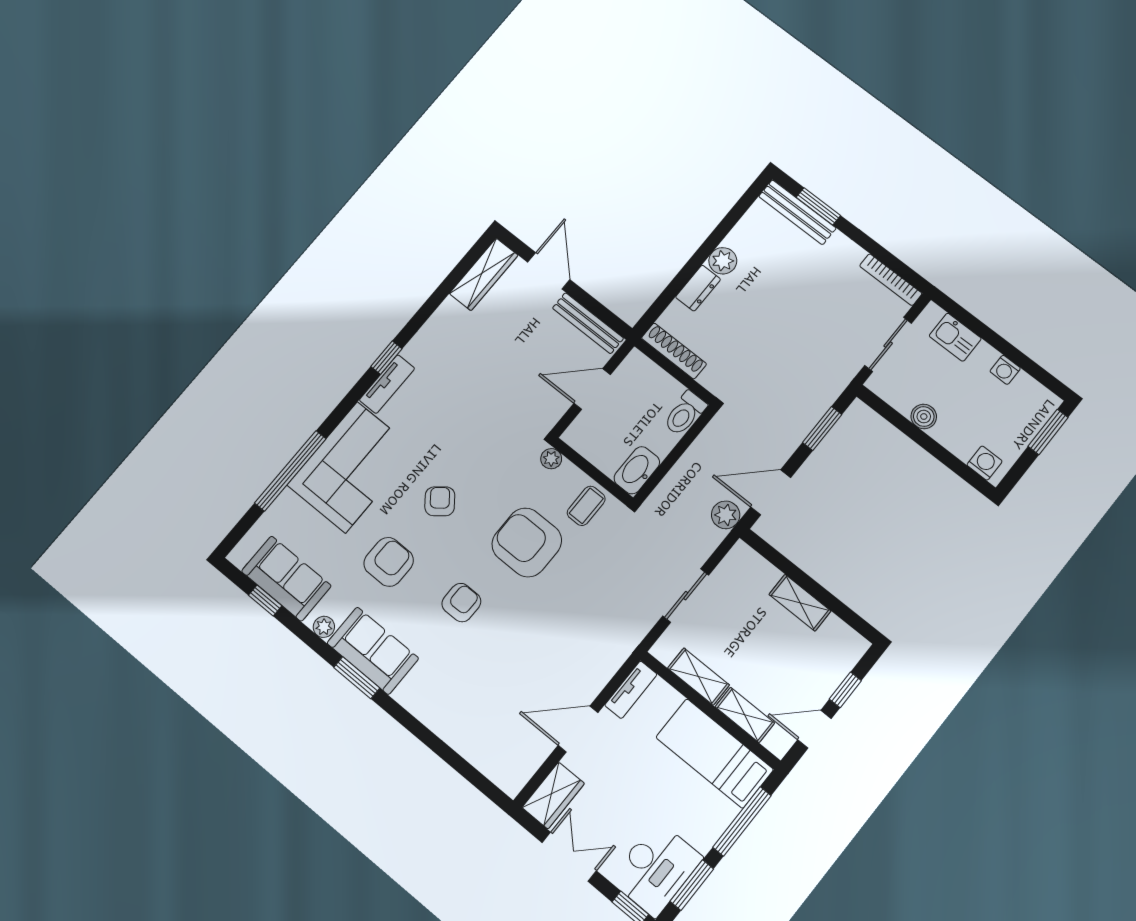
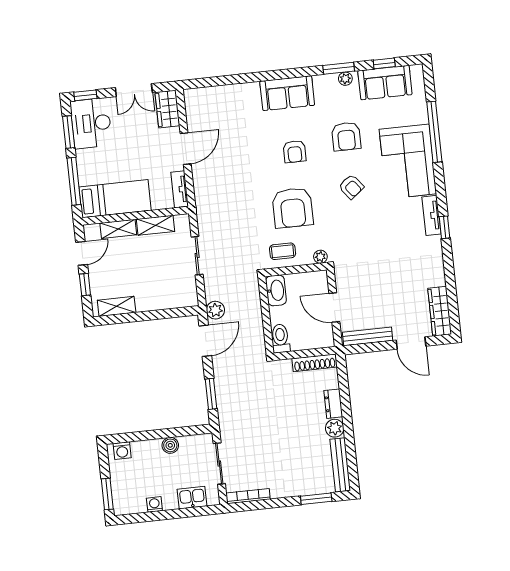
bench: (797, 212) -> (340, 465), moved, turned 90
door: (592, 389) -> (334, 308), swing flipped
coffee table: (586, 506) -> (283, 251), turned 90
armchair: (527, 542) -> (293, 208), turned 90
shelving: (800, 603) -> (117, 306), moved
sofa: (373, 651) -> (287, 93), moved
window: (357, 678) -> (339, 68), moved

